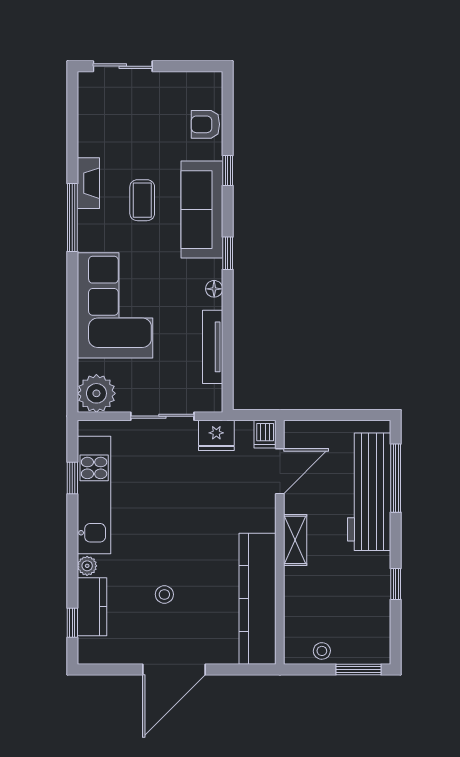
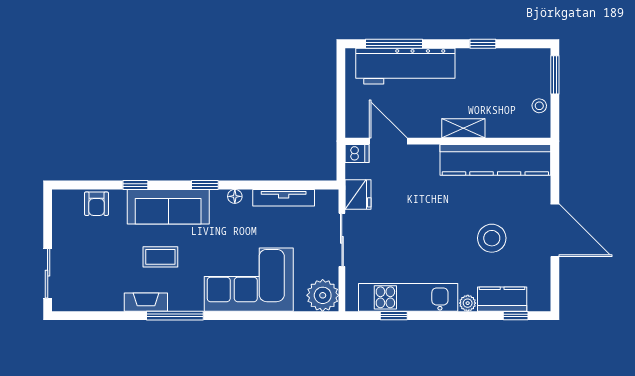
shelving: (295, 540) -> (463, 128), moved
stool: (164, 594) -> (492, 238), width x1.89, depth x1.89

